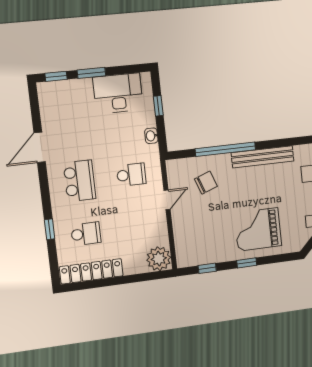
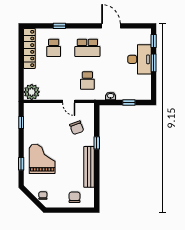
desk: (118, 93) -> (139, 59), moved
window: (225, 149) -> (97, 143), width x0.32
window: (247, 263) -> (21, 164), moved

